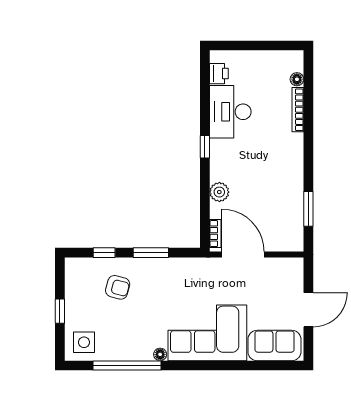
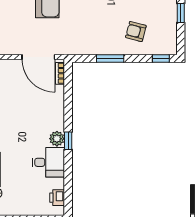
desk: (230, 112) -> (48, 162), width x0.73
plant: (219, 192) -> (57, 139), moved
window: (104, 253) -> (161, 58), moved

